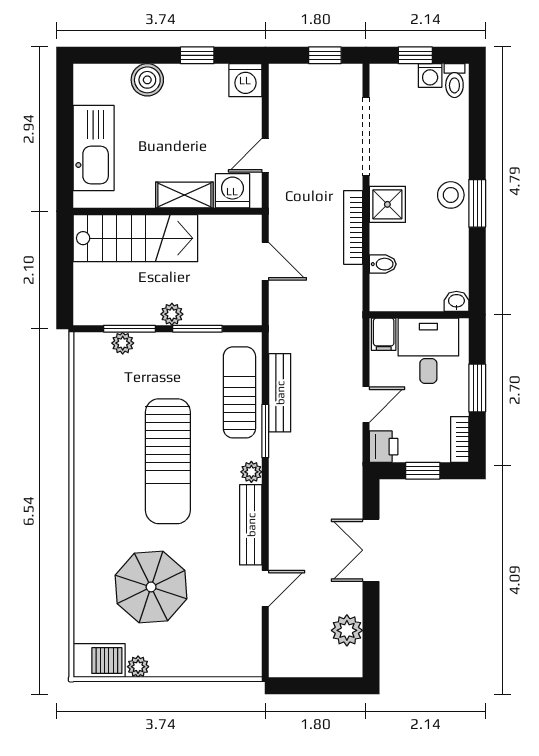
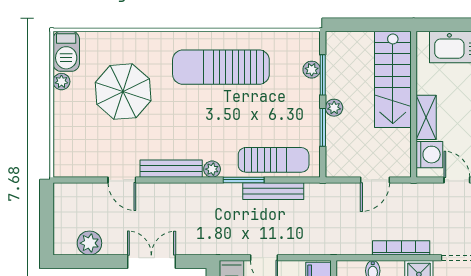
sun lounger: (168, 461) -> (221, 67), moved

